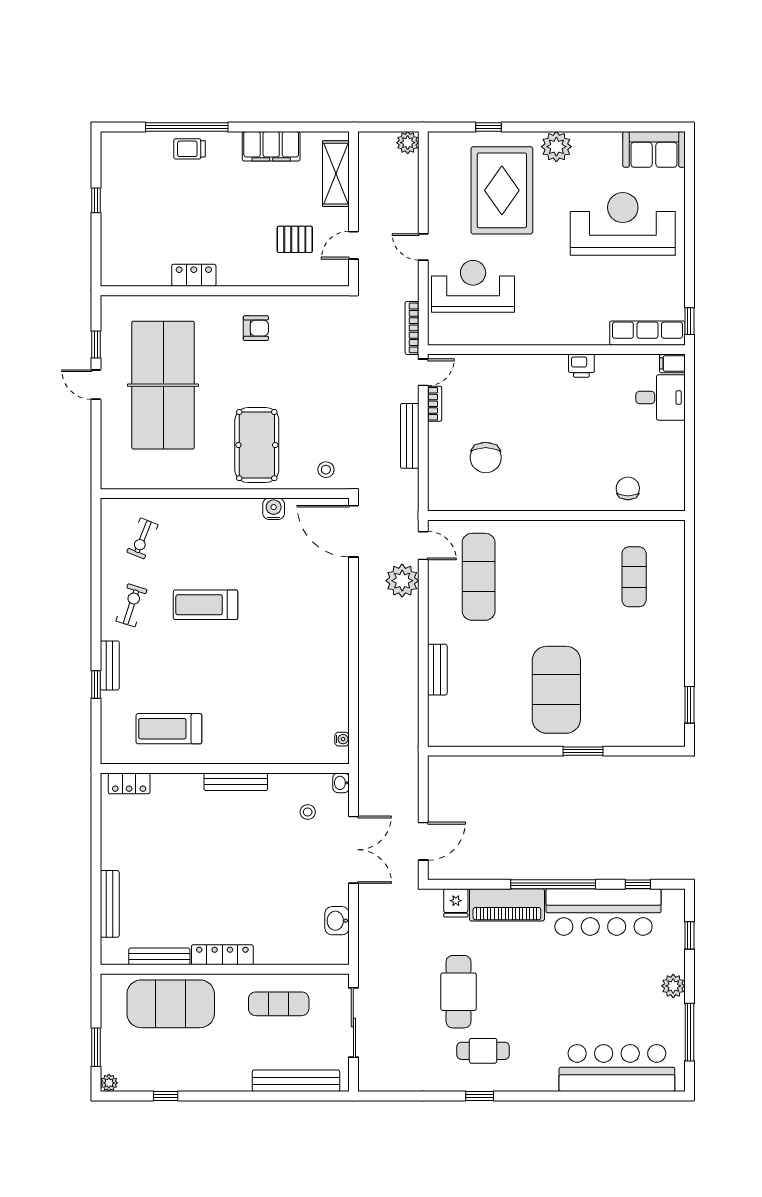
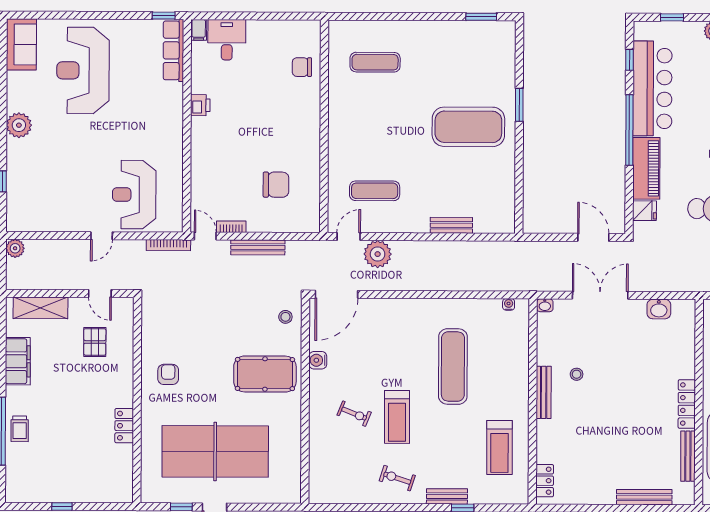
rug: (502, 190) -> (55, 170), removed
exercise bike: (142, 538) -> (354, 414), moved
exercise mat: (479, 577) -> (375, 191), width x0.73, depth x0.69
exercise mat: (267, 672) -> (453, 367), added
stool: (308, 812) -> (577, 374), moved

